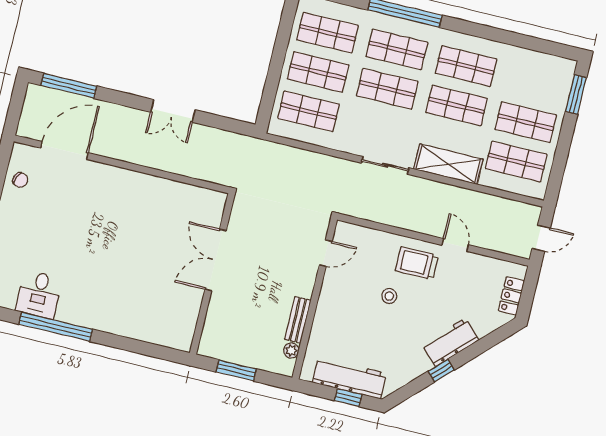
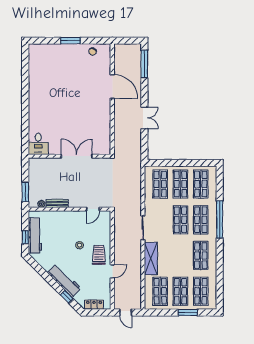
window: (576, 94) -> (188, 312), moved
shop shelf: (457, 105) -> (201, 291), moved
double door: (173, 111) -> (144, 118), swing flipped
door: (64, 150) -> (112, 87), moved
door: (326, 253) -> (93, 209), hinge flipped
desk: (39, 294) -> (38, 144), moved, turned -90
window: (56, 327) -> (25, 86), removed
workbench: (450, 342) -> (64, 280), width x1.38
window: (236, 370) -> (25, 192), moved
window: (441, 371) -> (67, 297), moved

